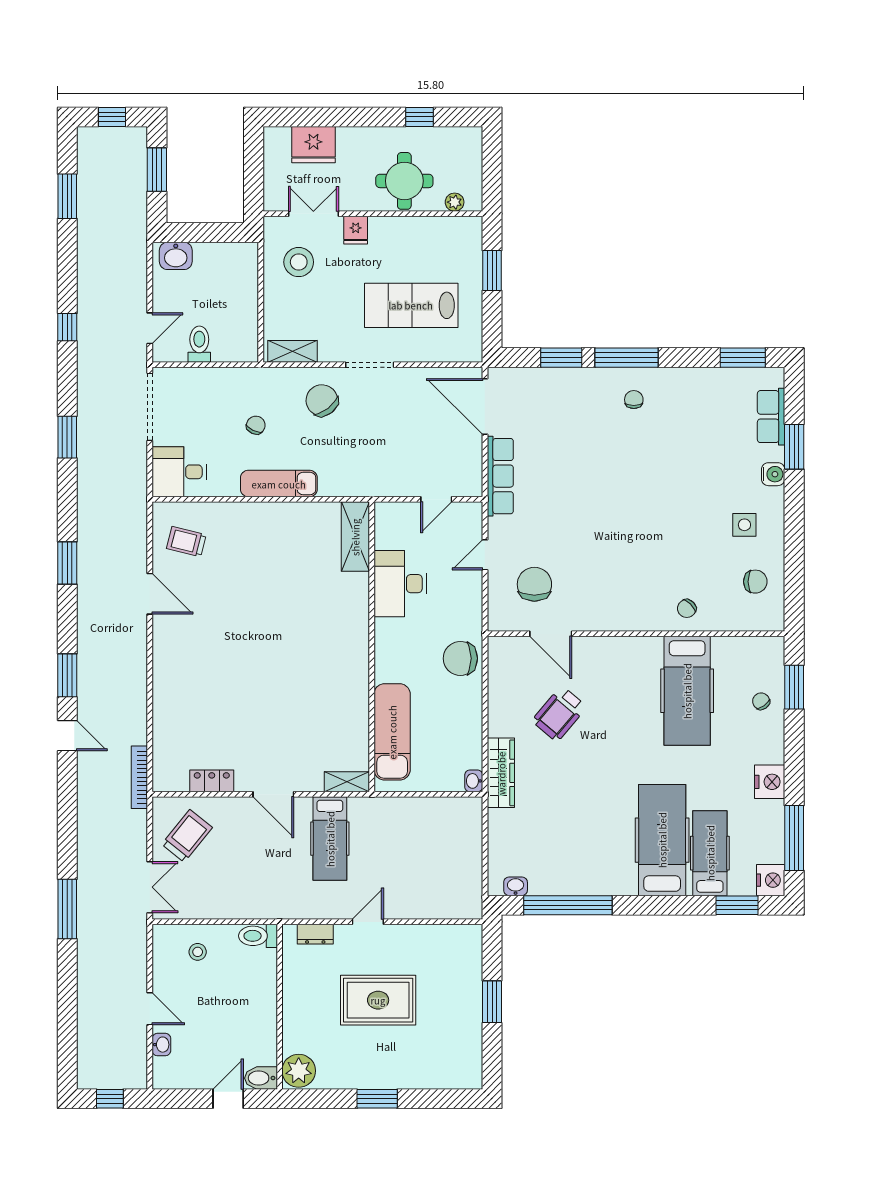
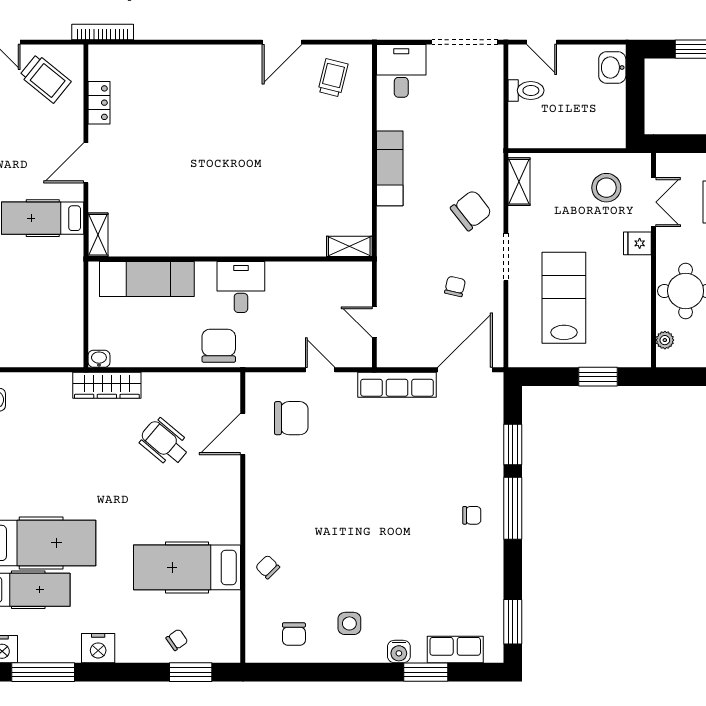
chair: (256, 425) -> (455, 286), moved, turned -103
shelving: (355, 537) -> (349, 246), width x0.67, depth x0.75
desk: (400, 584) -> (241, 287), moved, width x0.73

